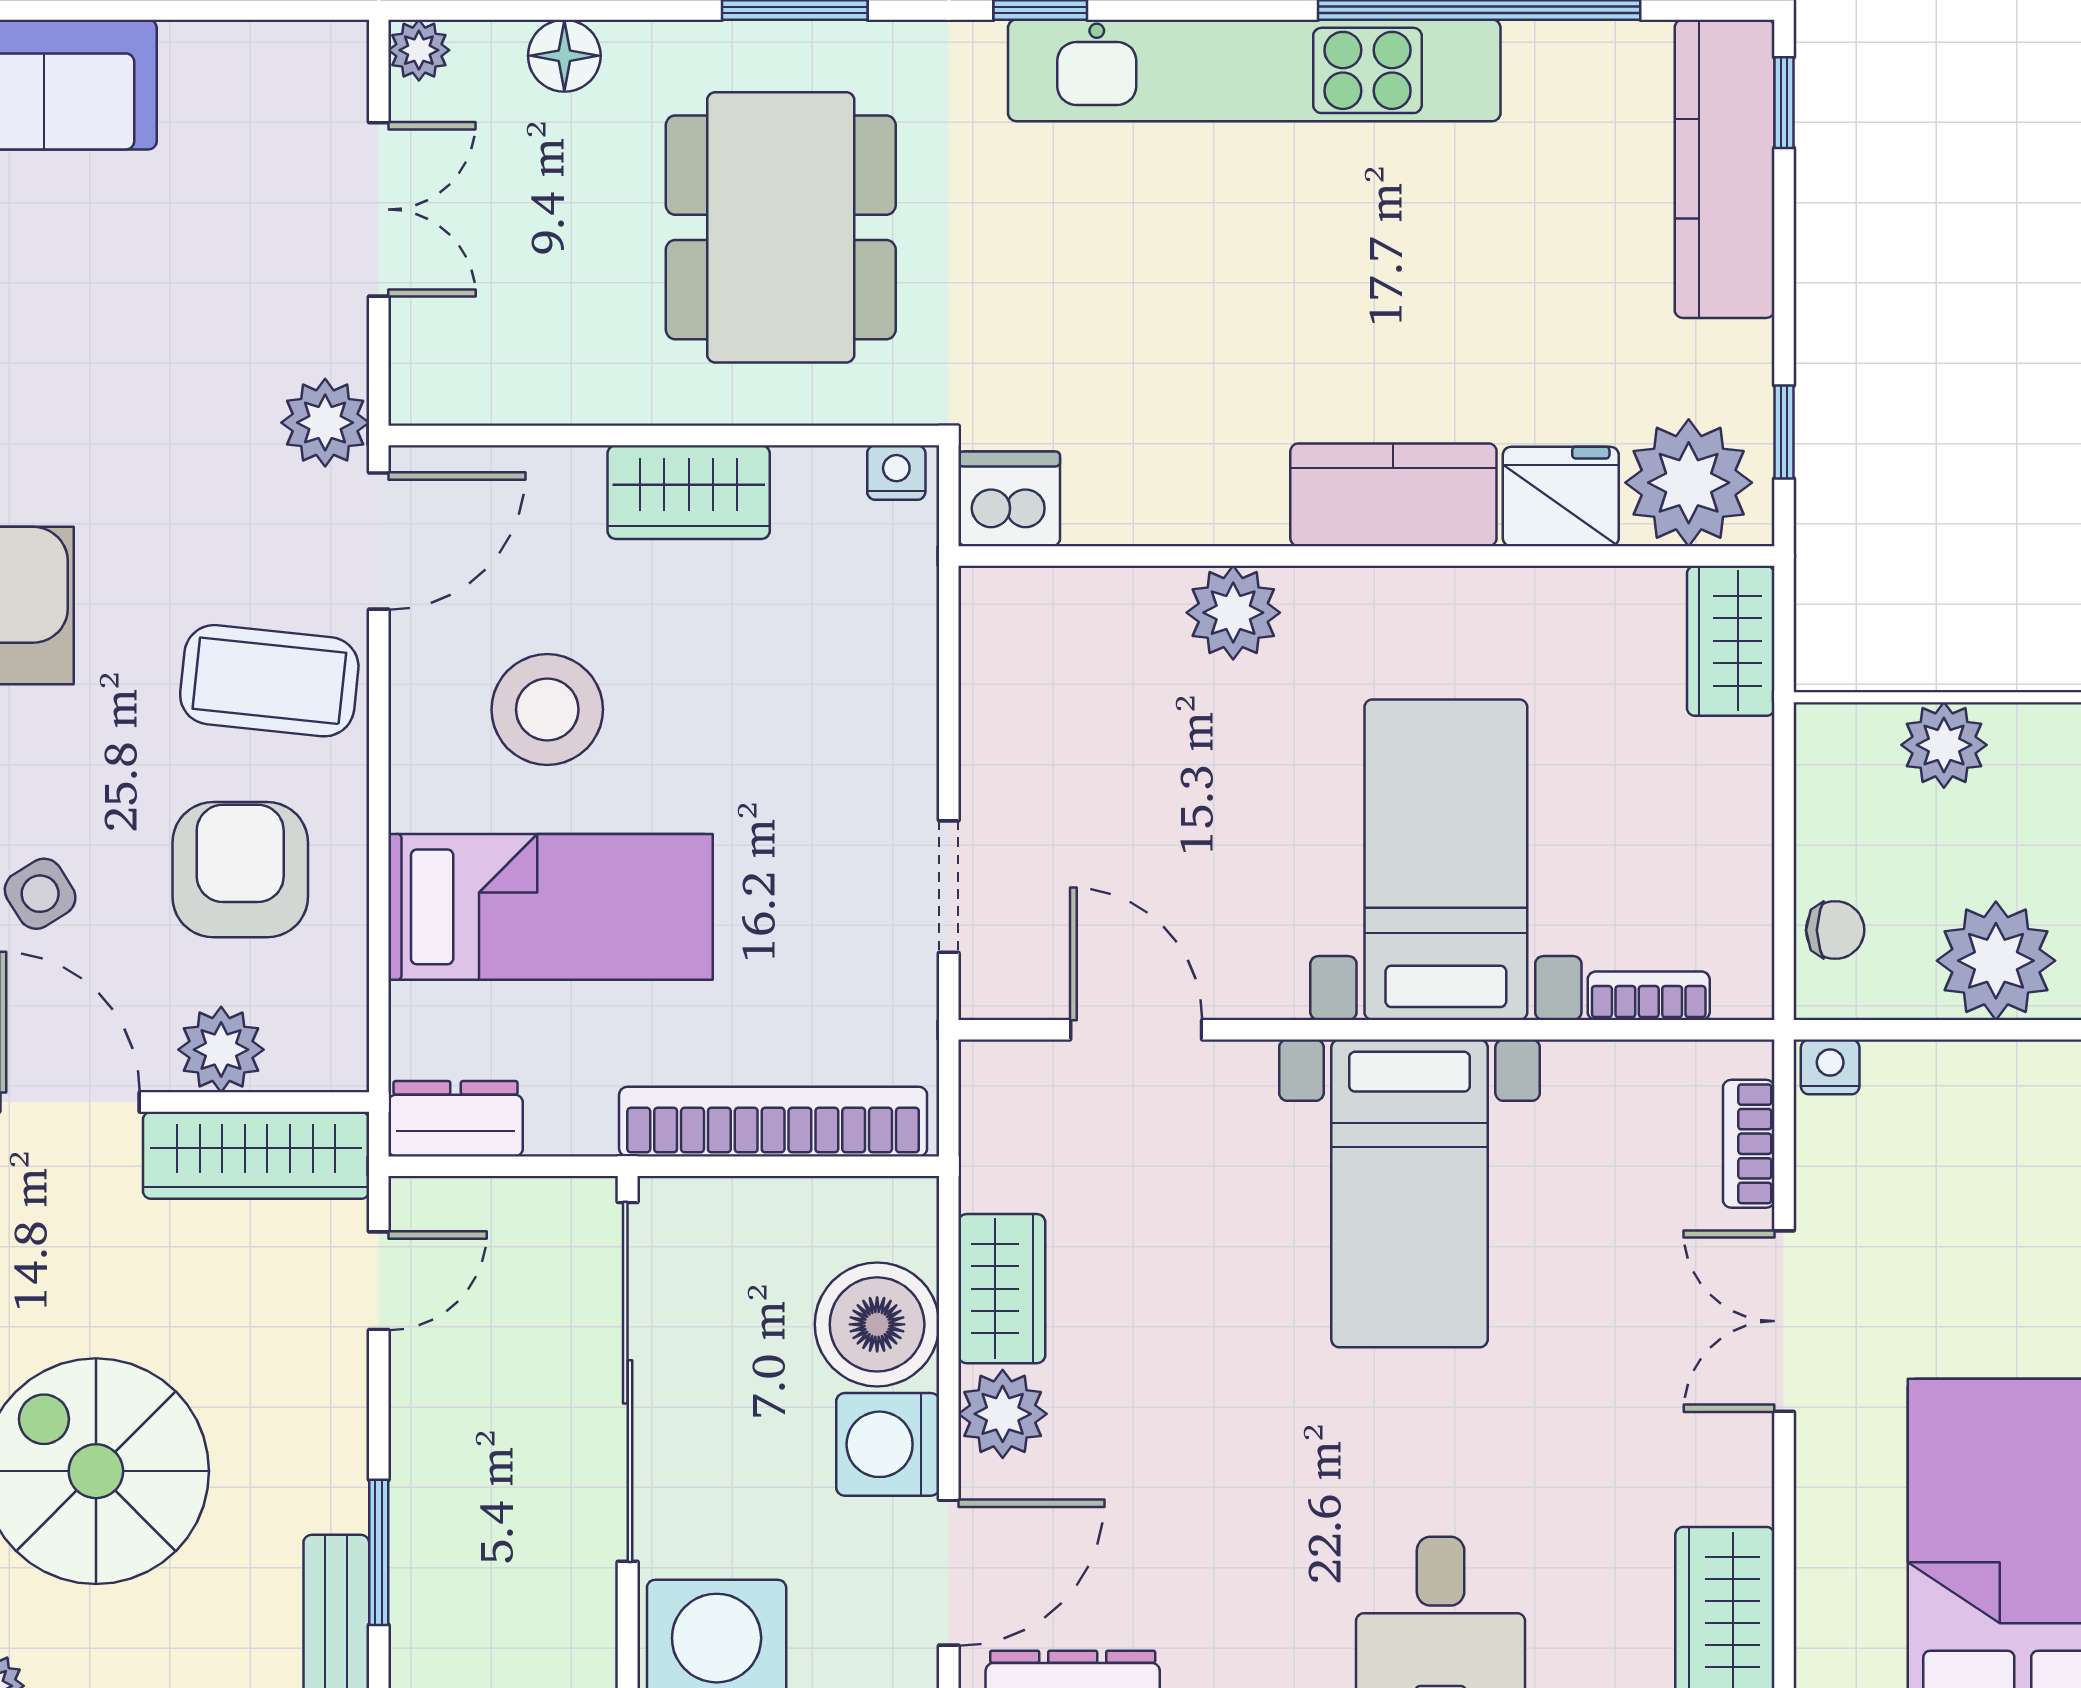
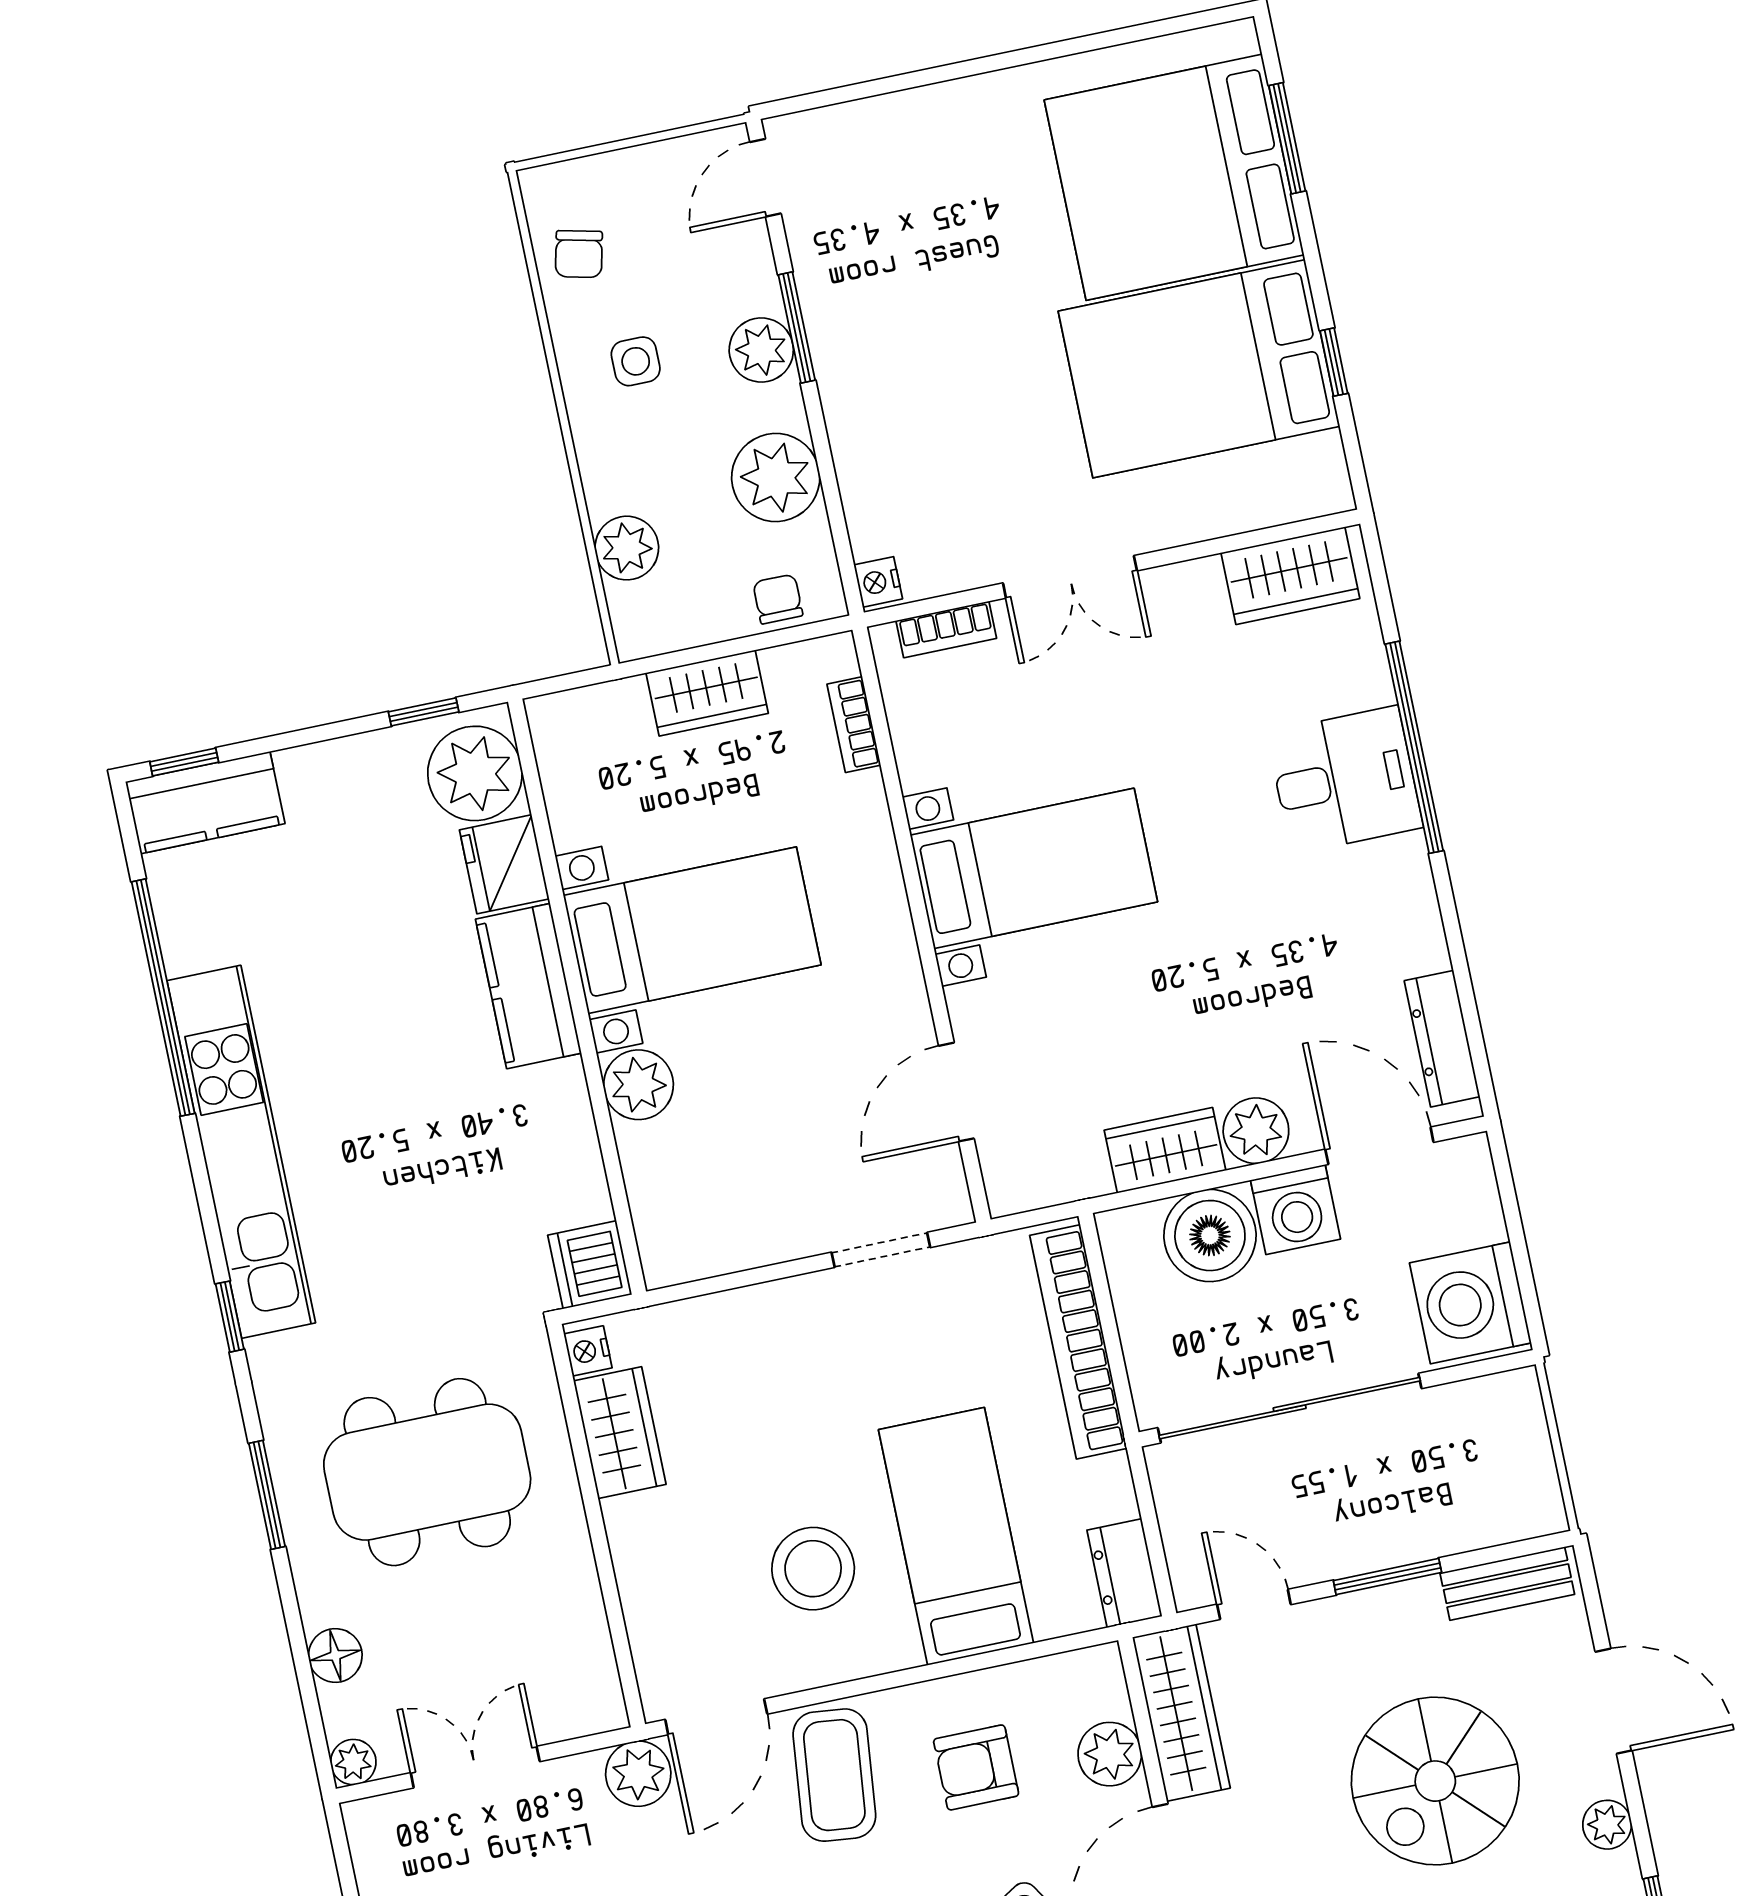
kitchen counter: (1725, 169) -> (205, 803), width x0.67
wardrobe: (689, 492) -> (620, 1433), moved
door: (379, 541) -> (716, 1717), swing flipped
wardrobe: (1731, 641) -> (707, 693), moved
bed with nightstands: (1446, 860) -> (692, 930), moved, turned 180
armchair: (240, 870) -> (976, 1767), width x0.72, depth x0.72
window: (379, 1552) -> (1387, 1576), moved

